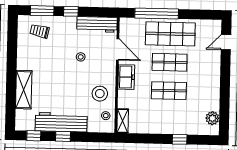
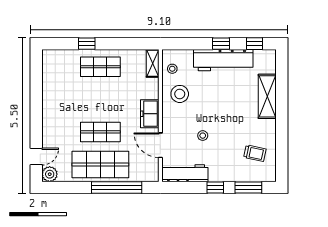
trolley: (39, 31) -> (255, 153), moved
shop shelf: (169, 91) -> (100, 67), moved
plant: (212, 118) -> (50, 174), moved

